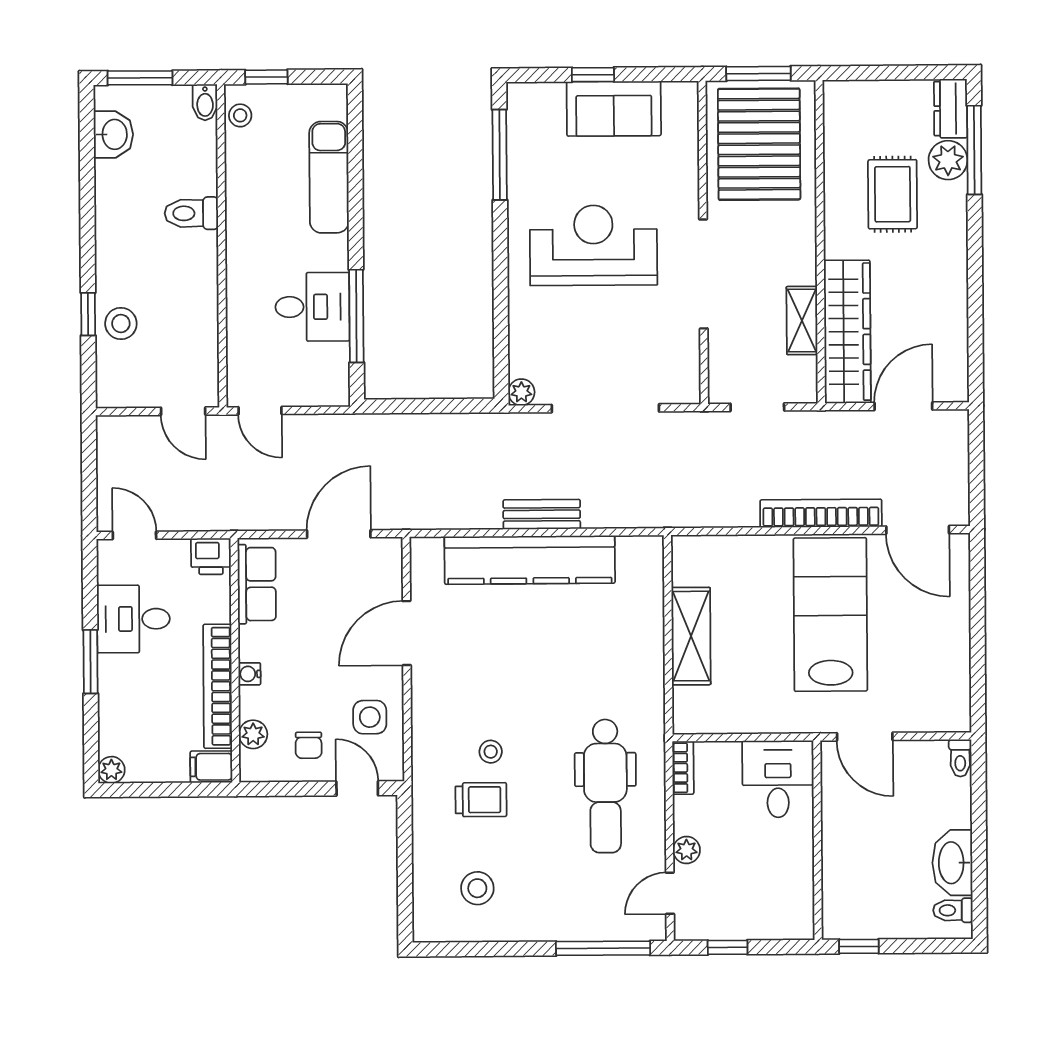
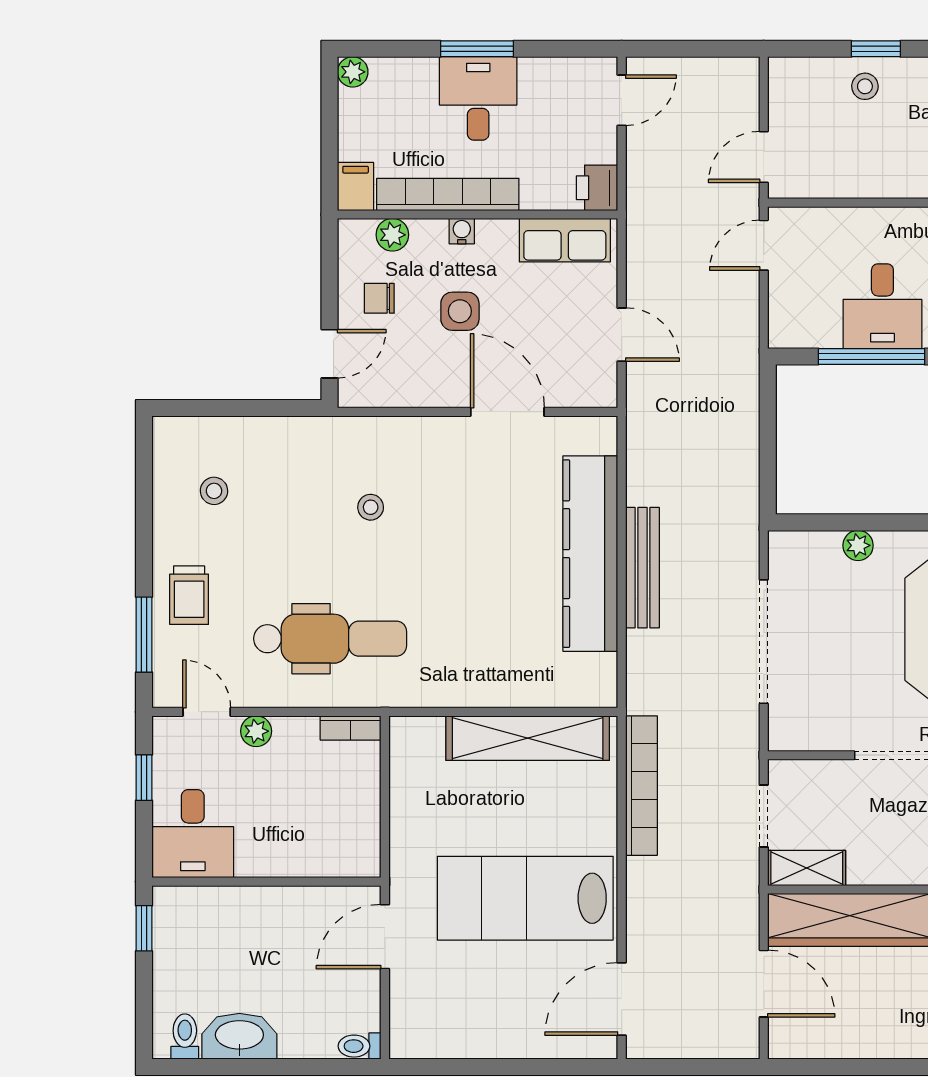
shelving: (802, 320) -> (807, 868), moved
stool: (121, 323) -> (865, 86), width x0.73, depth x0.73
plant: (521, 392) -> (858, 545), moved
bookcase: (821, 513) -> (641, 786), moved
bench: (542, 514) -> (642, 568), width x1.36
door: (339, 534) -> (622, 335), width x0.73
lab bench: (830, 614) -> (525, 898), turned 180
desk: (133, 619) -> (478, 98), moved
shelving: (691, 636) -> (528, 738), width x1.47
side table: (370, 717) -> (460, 311), moved
desk: (778, 779) -> (193, 834), moved, turned 90
dental chair: (605, 786) -> (330, 639), turned 180
trolley: (481, 800) -> (189, 595), moved
stool: (477, 888) -> (214, 491), width x0.73, depth x0.73
window: (603, 948) -> (144, 635), width x0.69

